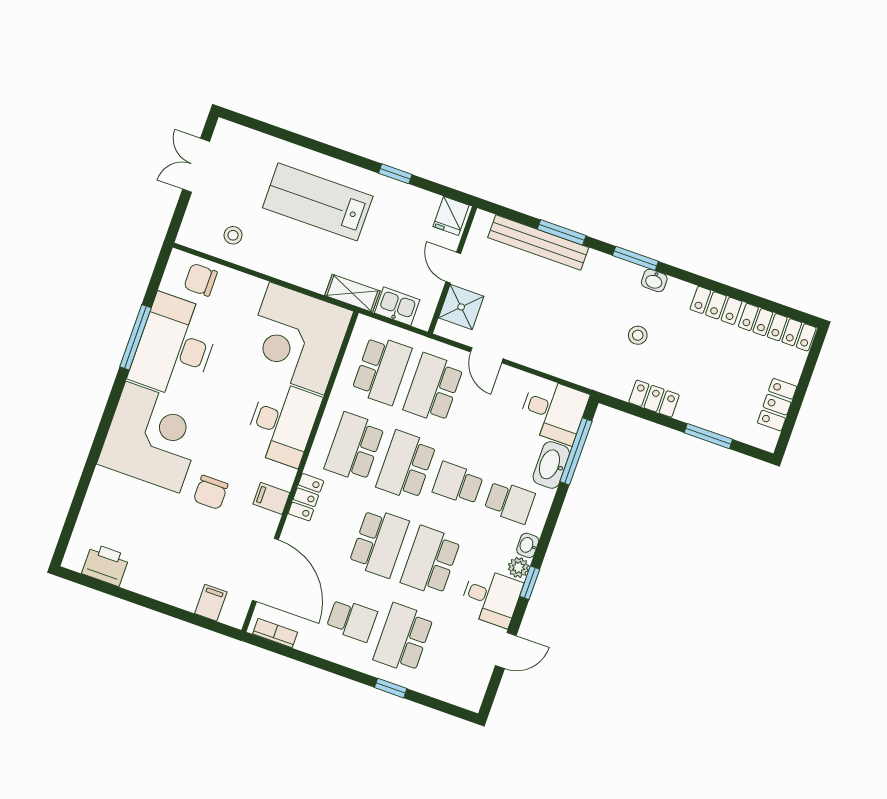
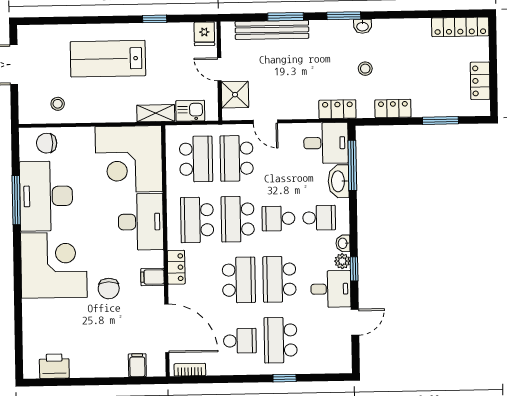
locker: (716, 305) -> (337, 109), moved, turned 180

